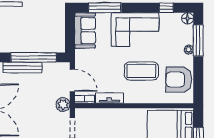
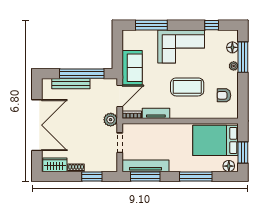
floor lamp: (188, 18) -> (232, 47), moved
sofa: (85, 30) -> (132, 68), moved
door: (72, 80) -> (120, 96), hinge flipped
armchair: (179, 80) -> (224, 95), width x0.53, depth x0.53

